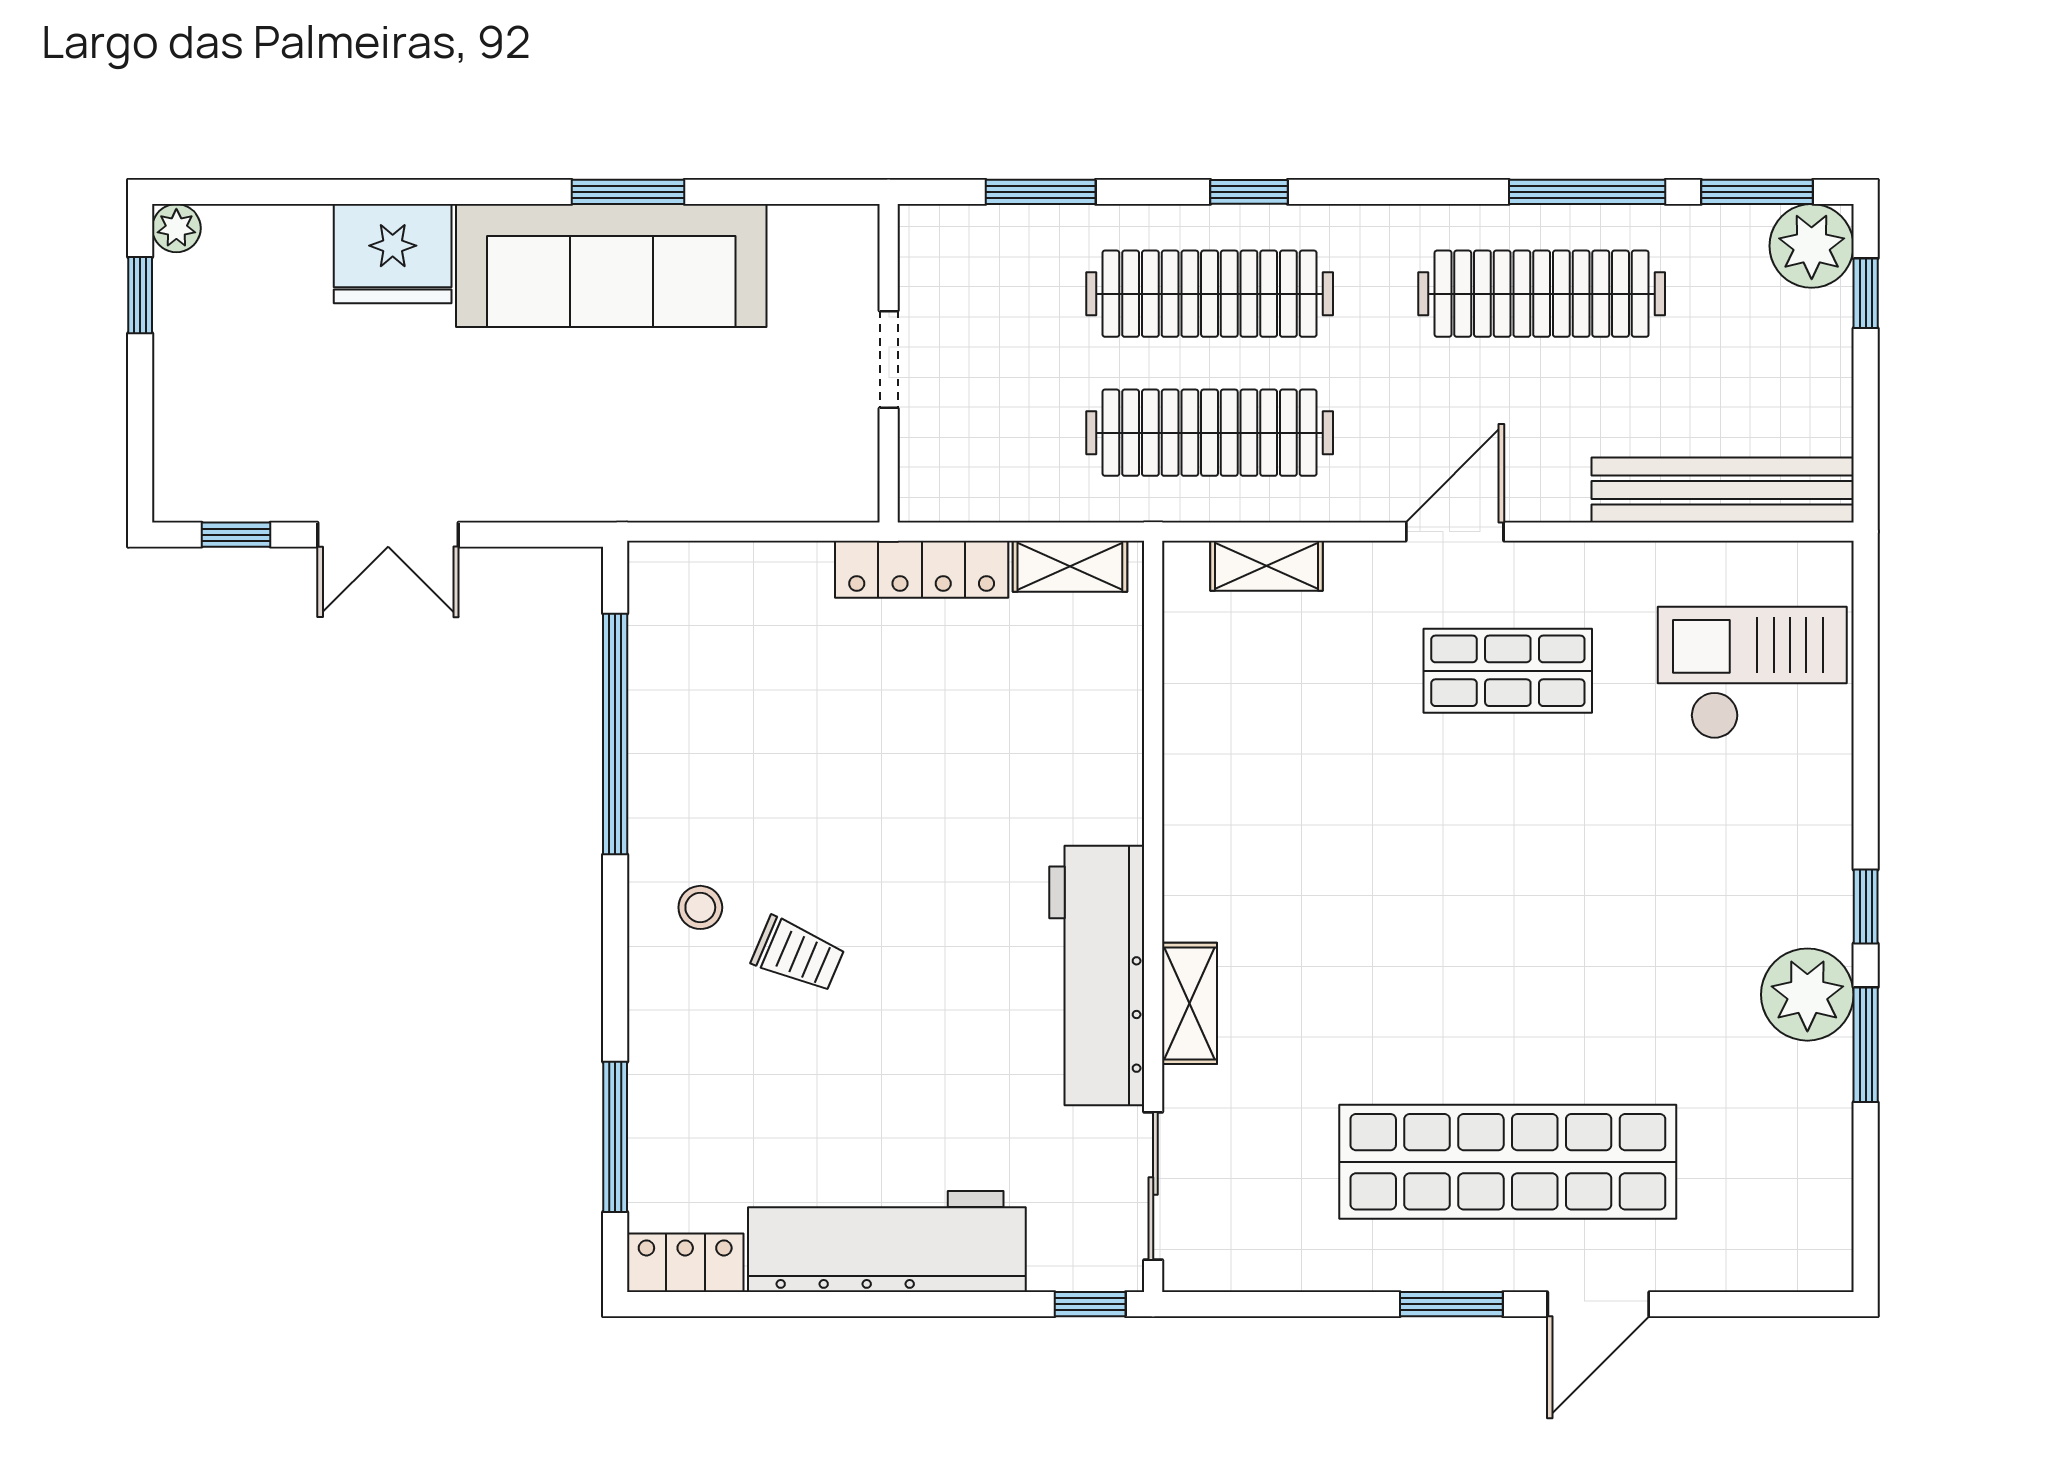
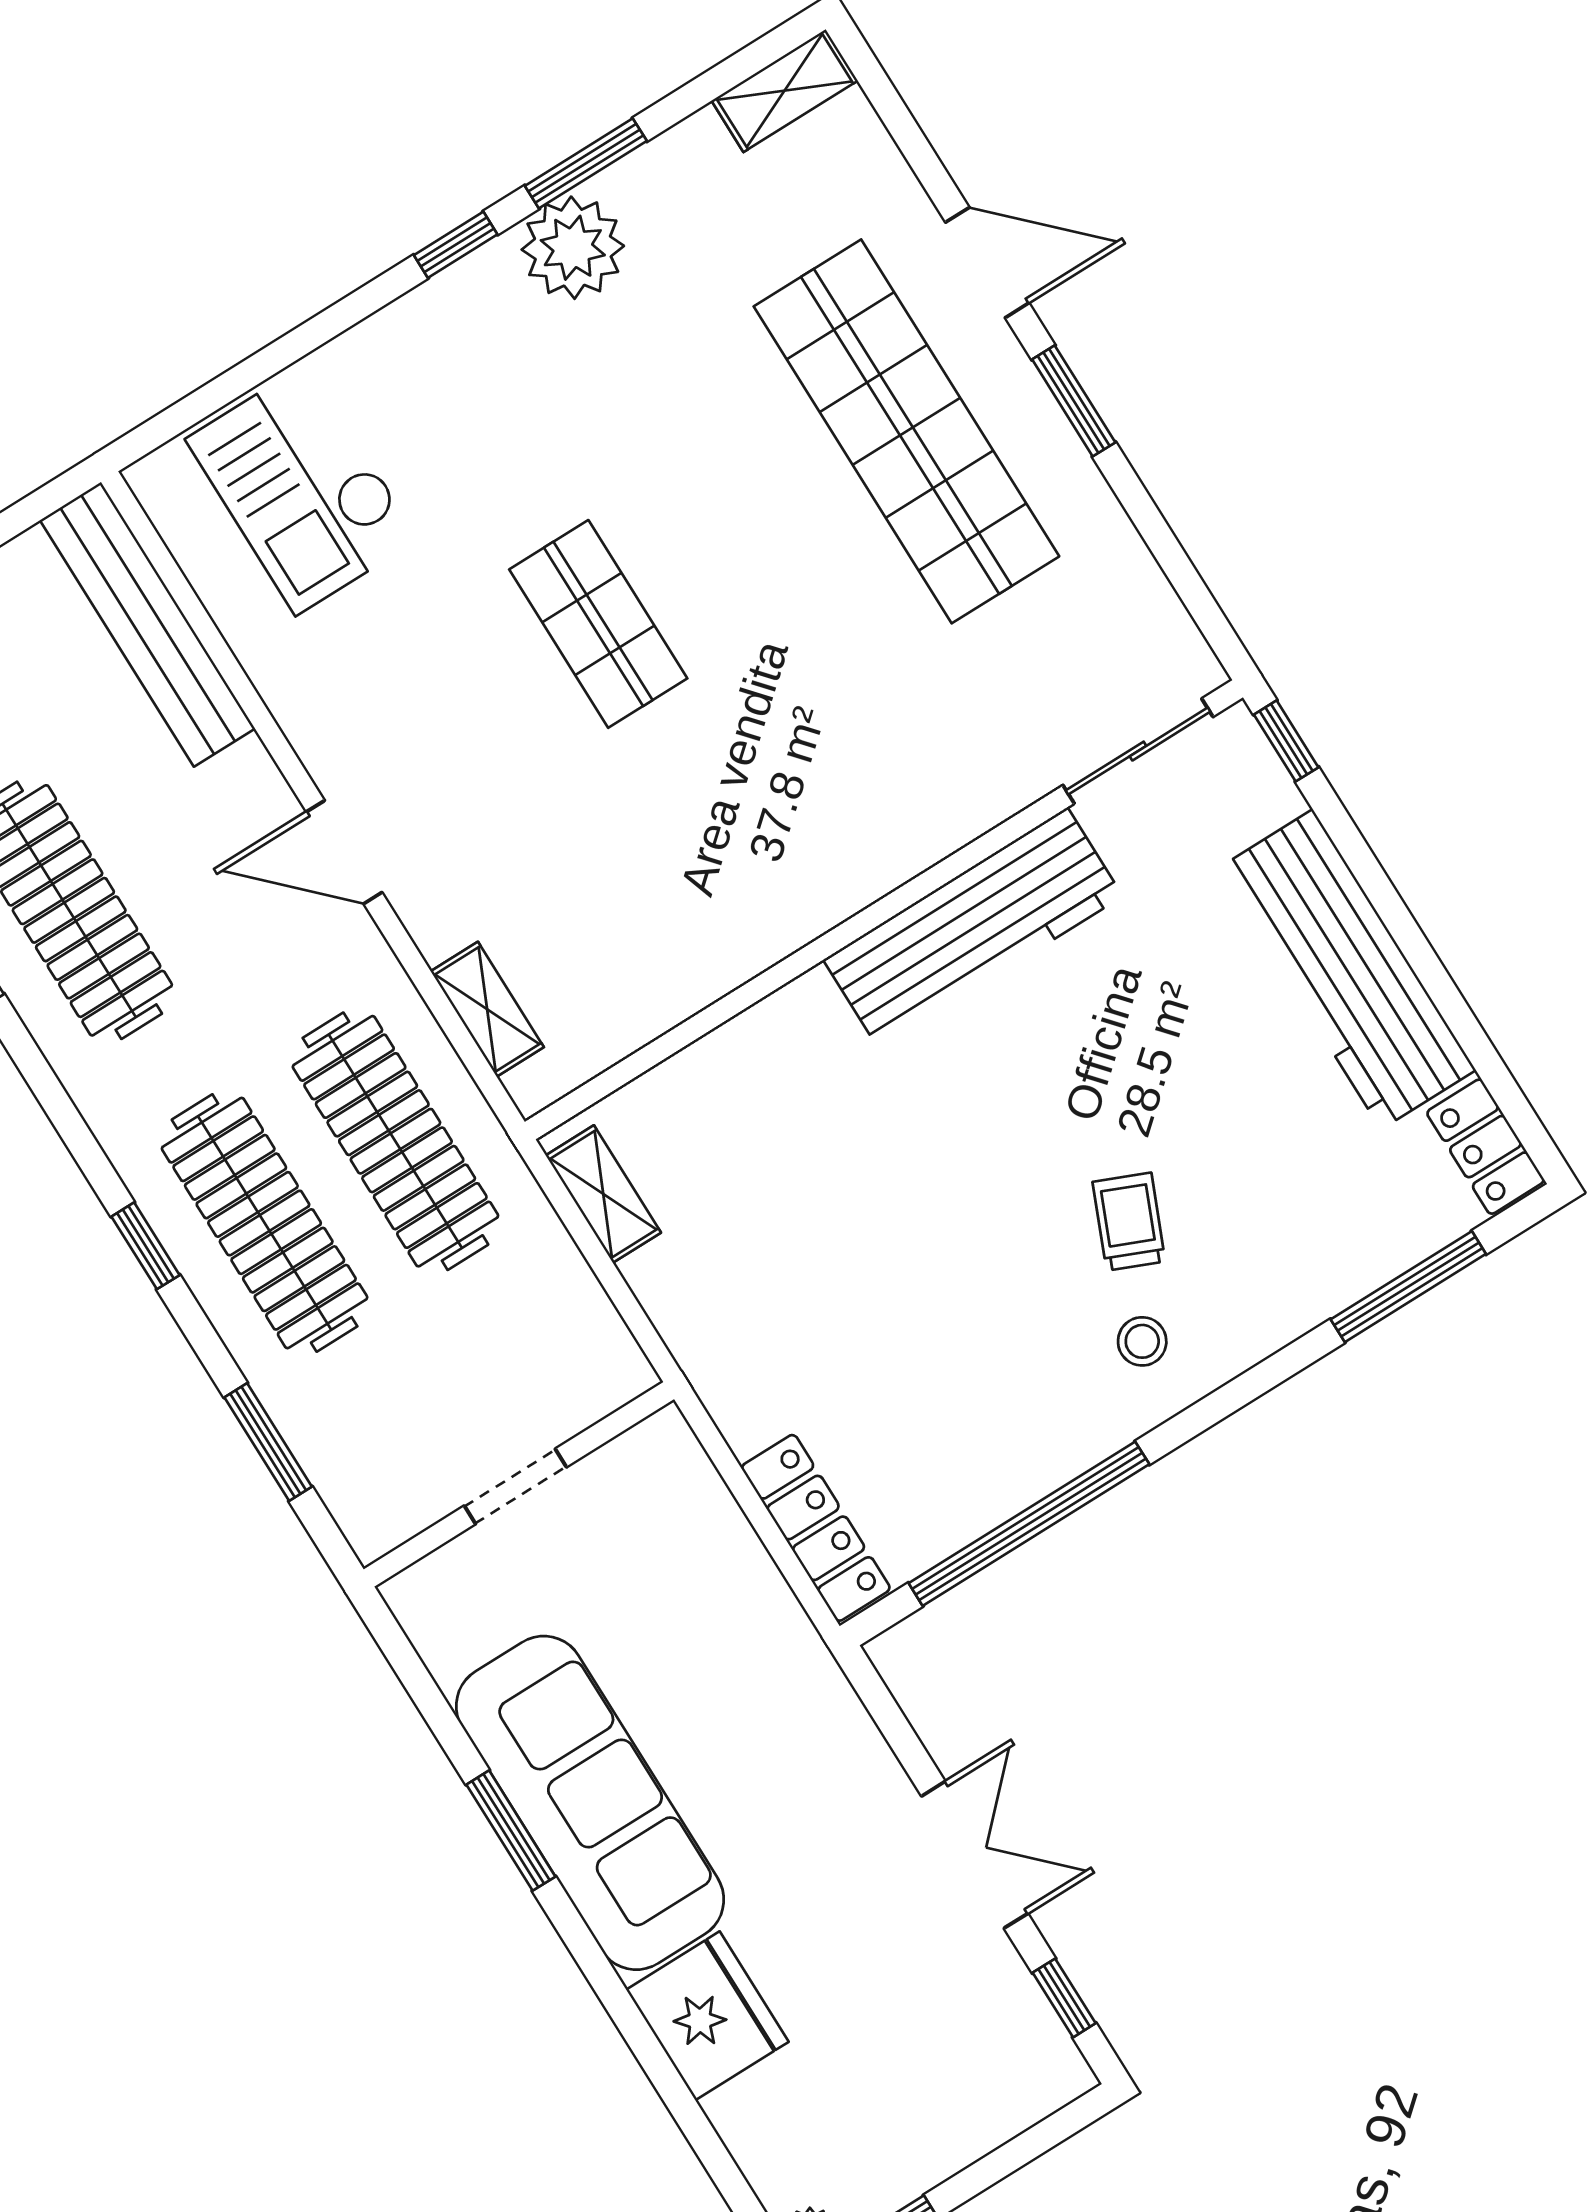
locker: (922, 569) -> (816, 1528), moved
shop shelf: (1508, 671) -> (598, 624), moved
shelving: (1189, 1003) -> (785, 91), moved

